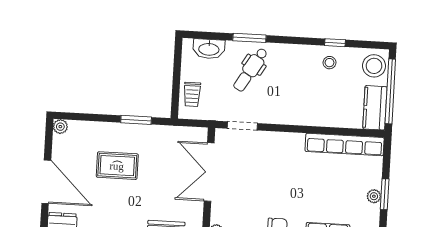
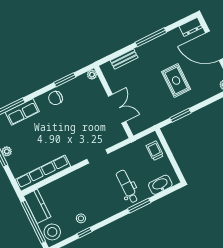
dental chair: (251, 70) -> (127, 186), turned -31
doorway: (242, 126) -> (97, 156), moved
rug: (117, 166) -> (176, 80), turned 90
double door: (209, 172) -> (117, 109), width x0.73

